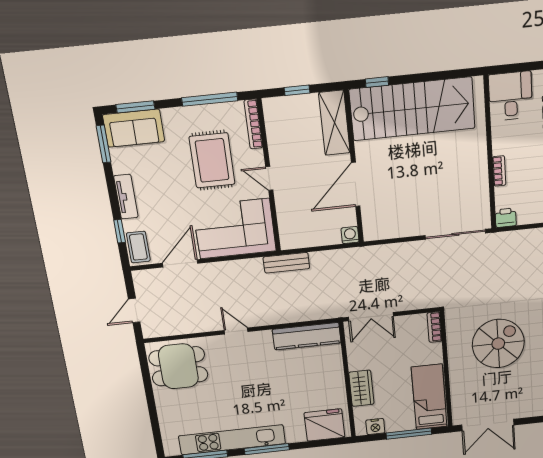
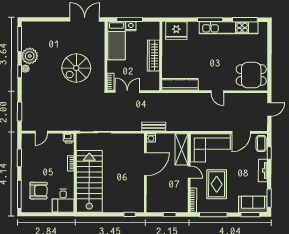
stairs: (412, 109) -> (89, 181), moved, turned 90
shelving: (334, 123) -> (182, 149), moved
bench: (286, 263) -> (154, 127), moved
double door: (371, 317) -> (127, 92), moved
wardrobe: (361, 388) -> (154, 56), width x1.50
nightstand: (375, 427) -> (131, 26), moved

